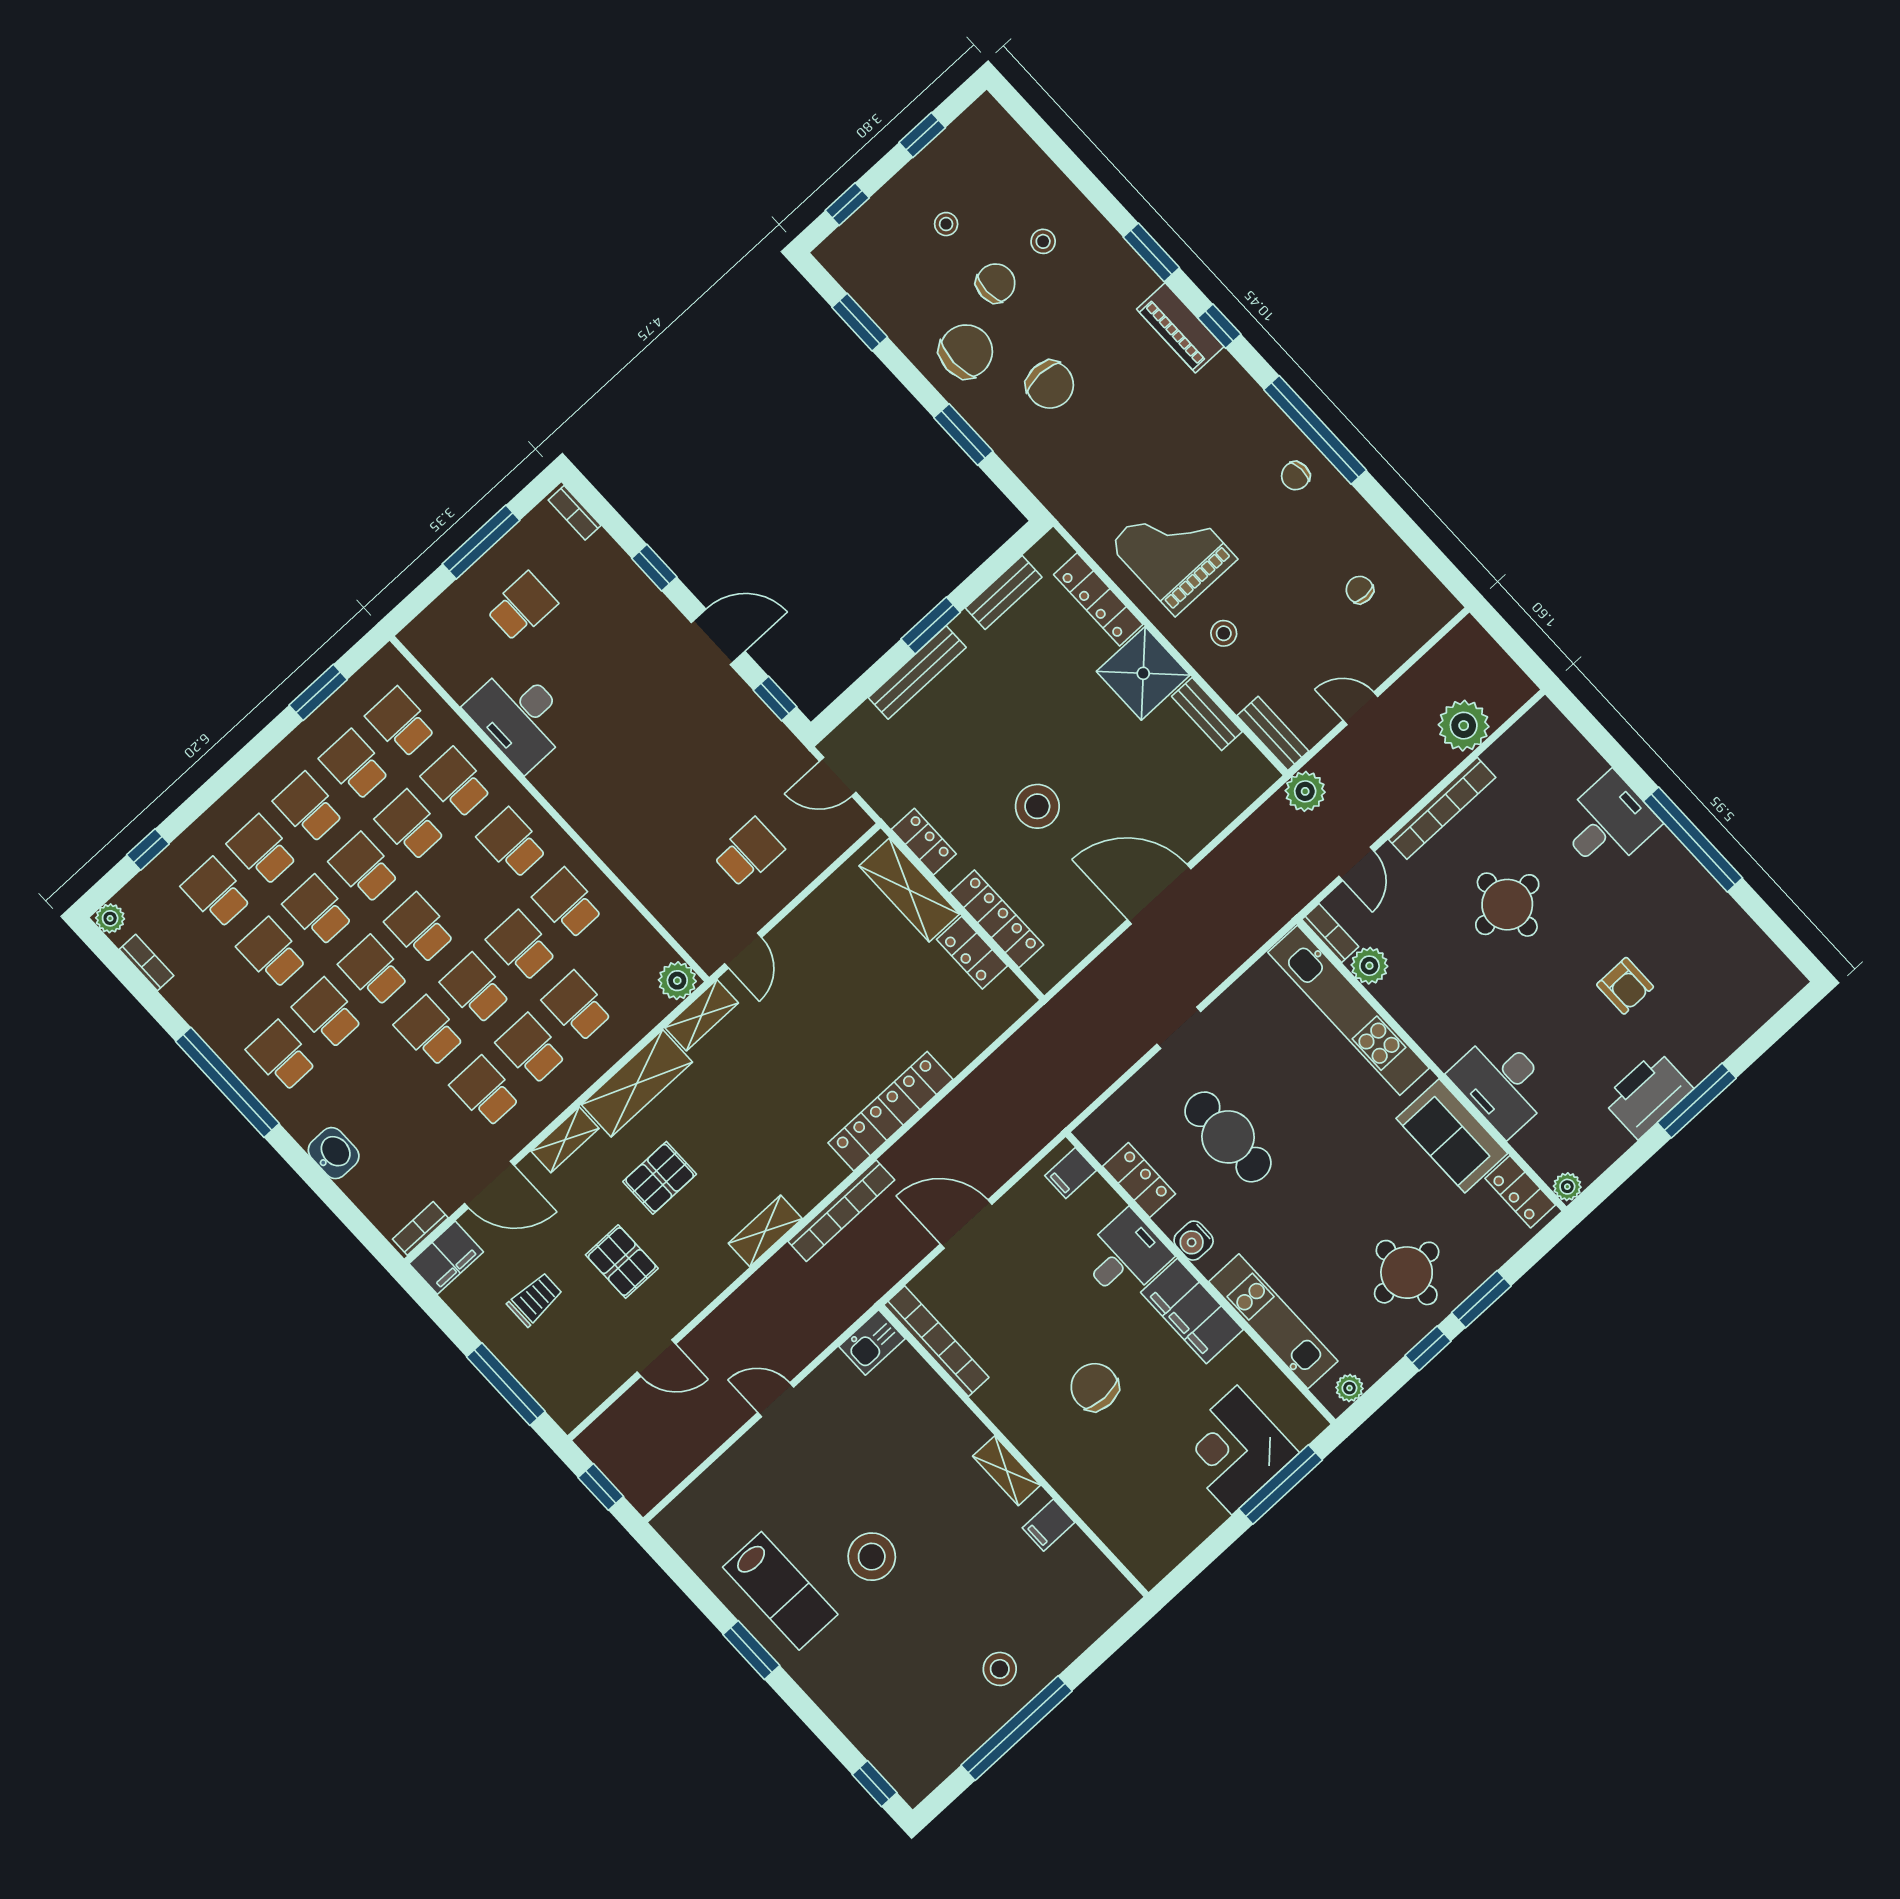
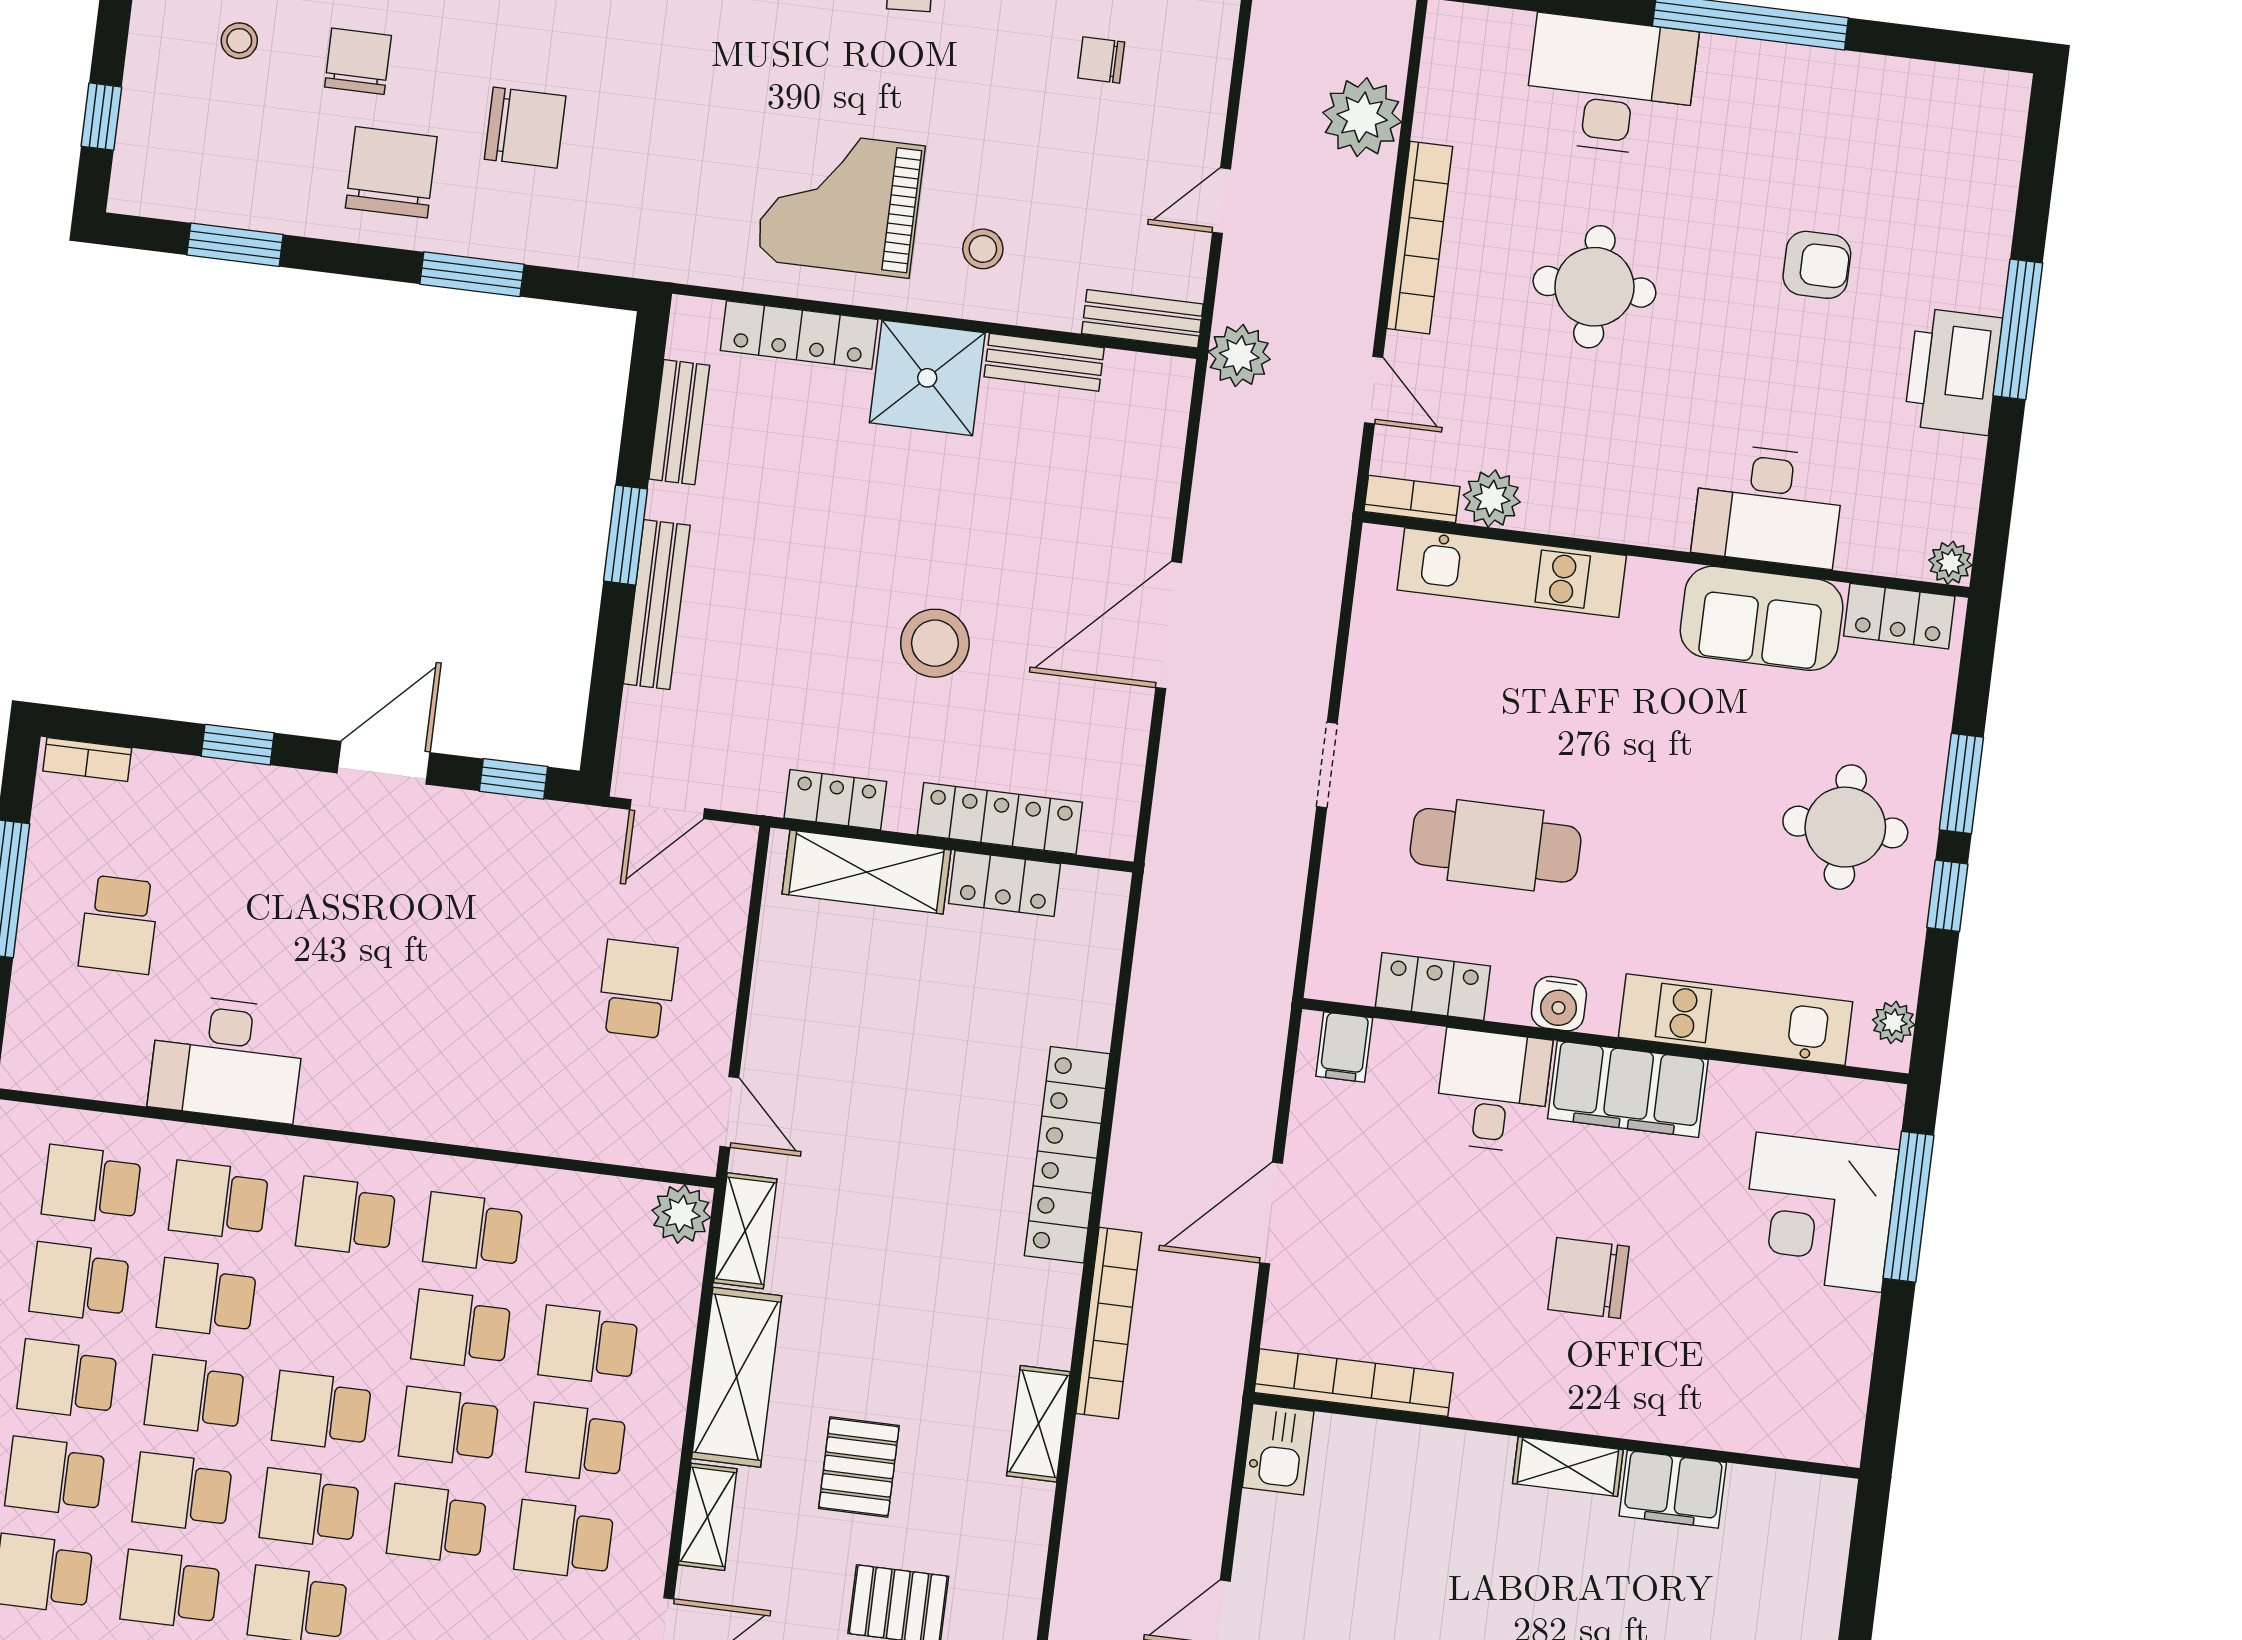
school desk: (522, 607) -> (119, 925), turned 180
desk: (1608, 823) -> (1611, 85), width x1.37
kitchen unit: (1349, 1010) -> (1512, 573), width x0.73
filing cabinet: (1049, 1525) -> (1673, 1489), width x2.00

